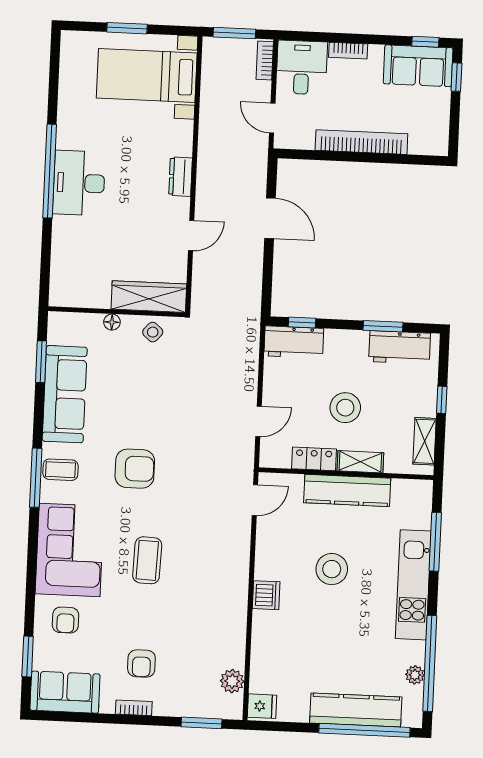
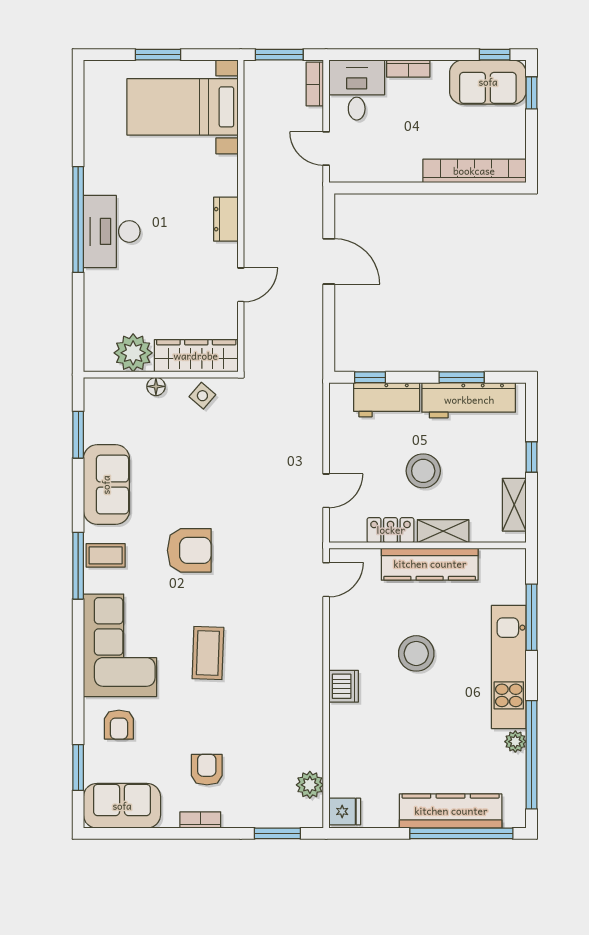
bookcase: (361, 142) -> (474, 171), moved
plant: (93, 291) -> (133, 353), added
workbench: (294, 342) -> (387, 400), moved
workbench: (400, 347) -> (469, 400), width x1.38
sofa: (65, 394) -> (106, 485), width x0.73
armchair: (141, 664) -> (207, 770), turned 180
plant: (415, 675) -> (515, 742), moved

